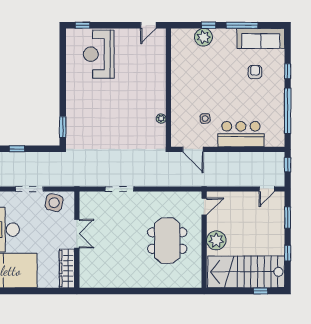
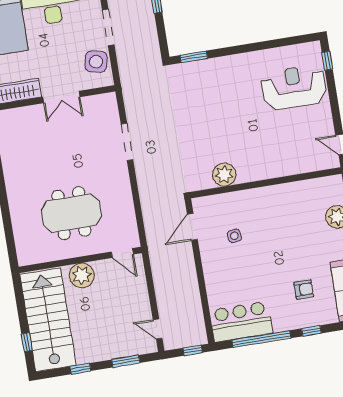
plant: (161, 119) -> (224, 175), width x1.87, depth x1.87
bar counter: (241, 134) -> (241, 322), moved, turned -90

